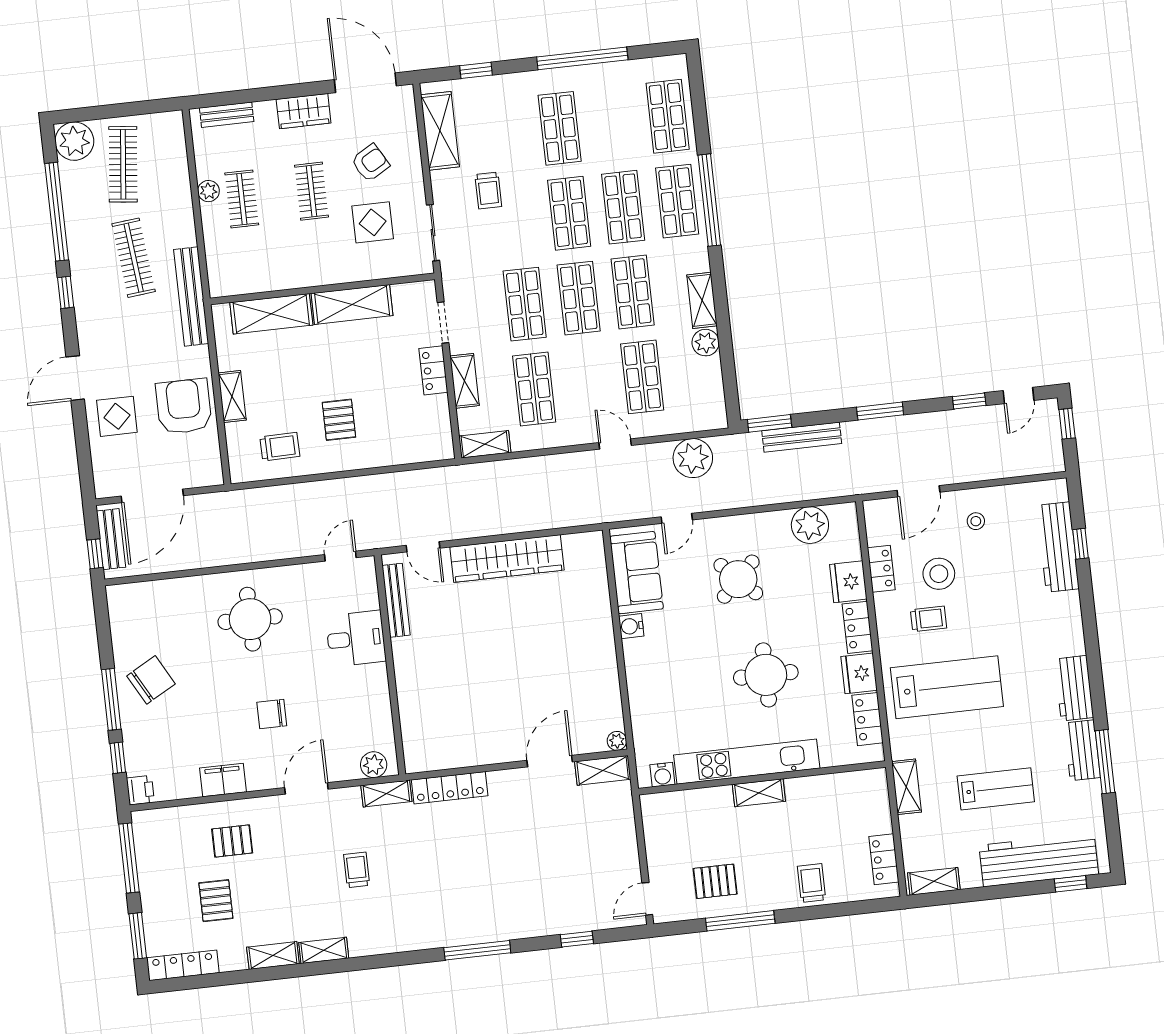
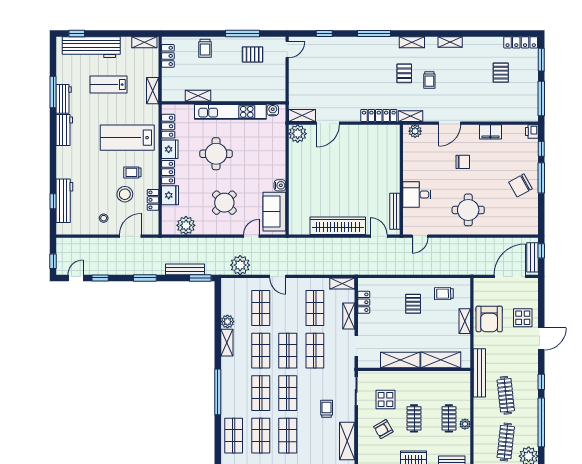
shop shelf: (677, 201) -> (261, 436), moved
locker: (433, 370) -> (364, 302), moved
plant: (617, 741) -> (298, 134), width x1.88, depth x1.88
shelving: (759, 793) -> (198, 96), moved
pallet: (232, 841) -> (404, 73), moved, turned 90
shelving: (273, 956) -> (412, 42), moved

